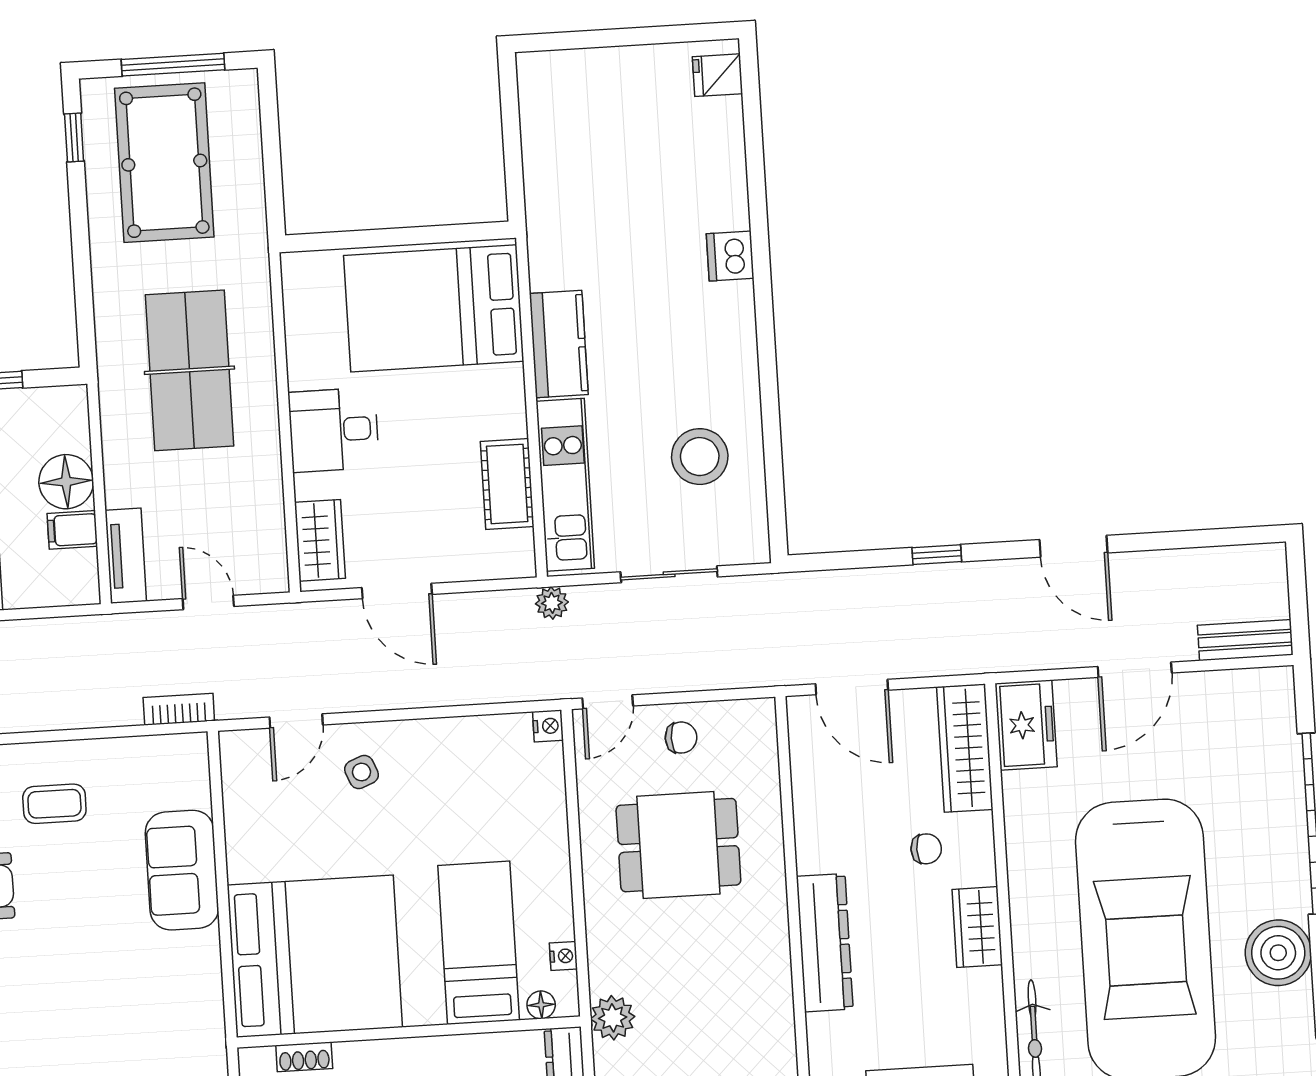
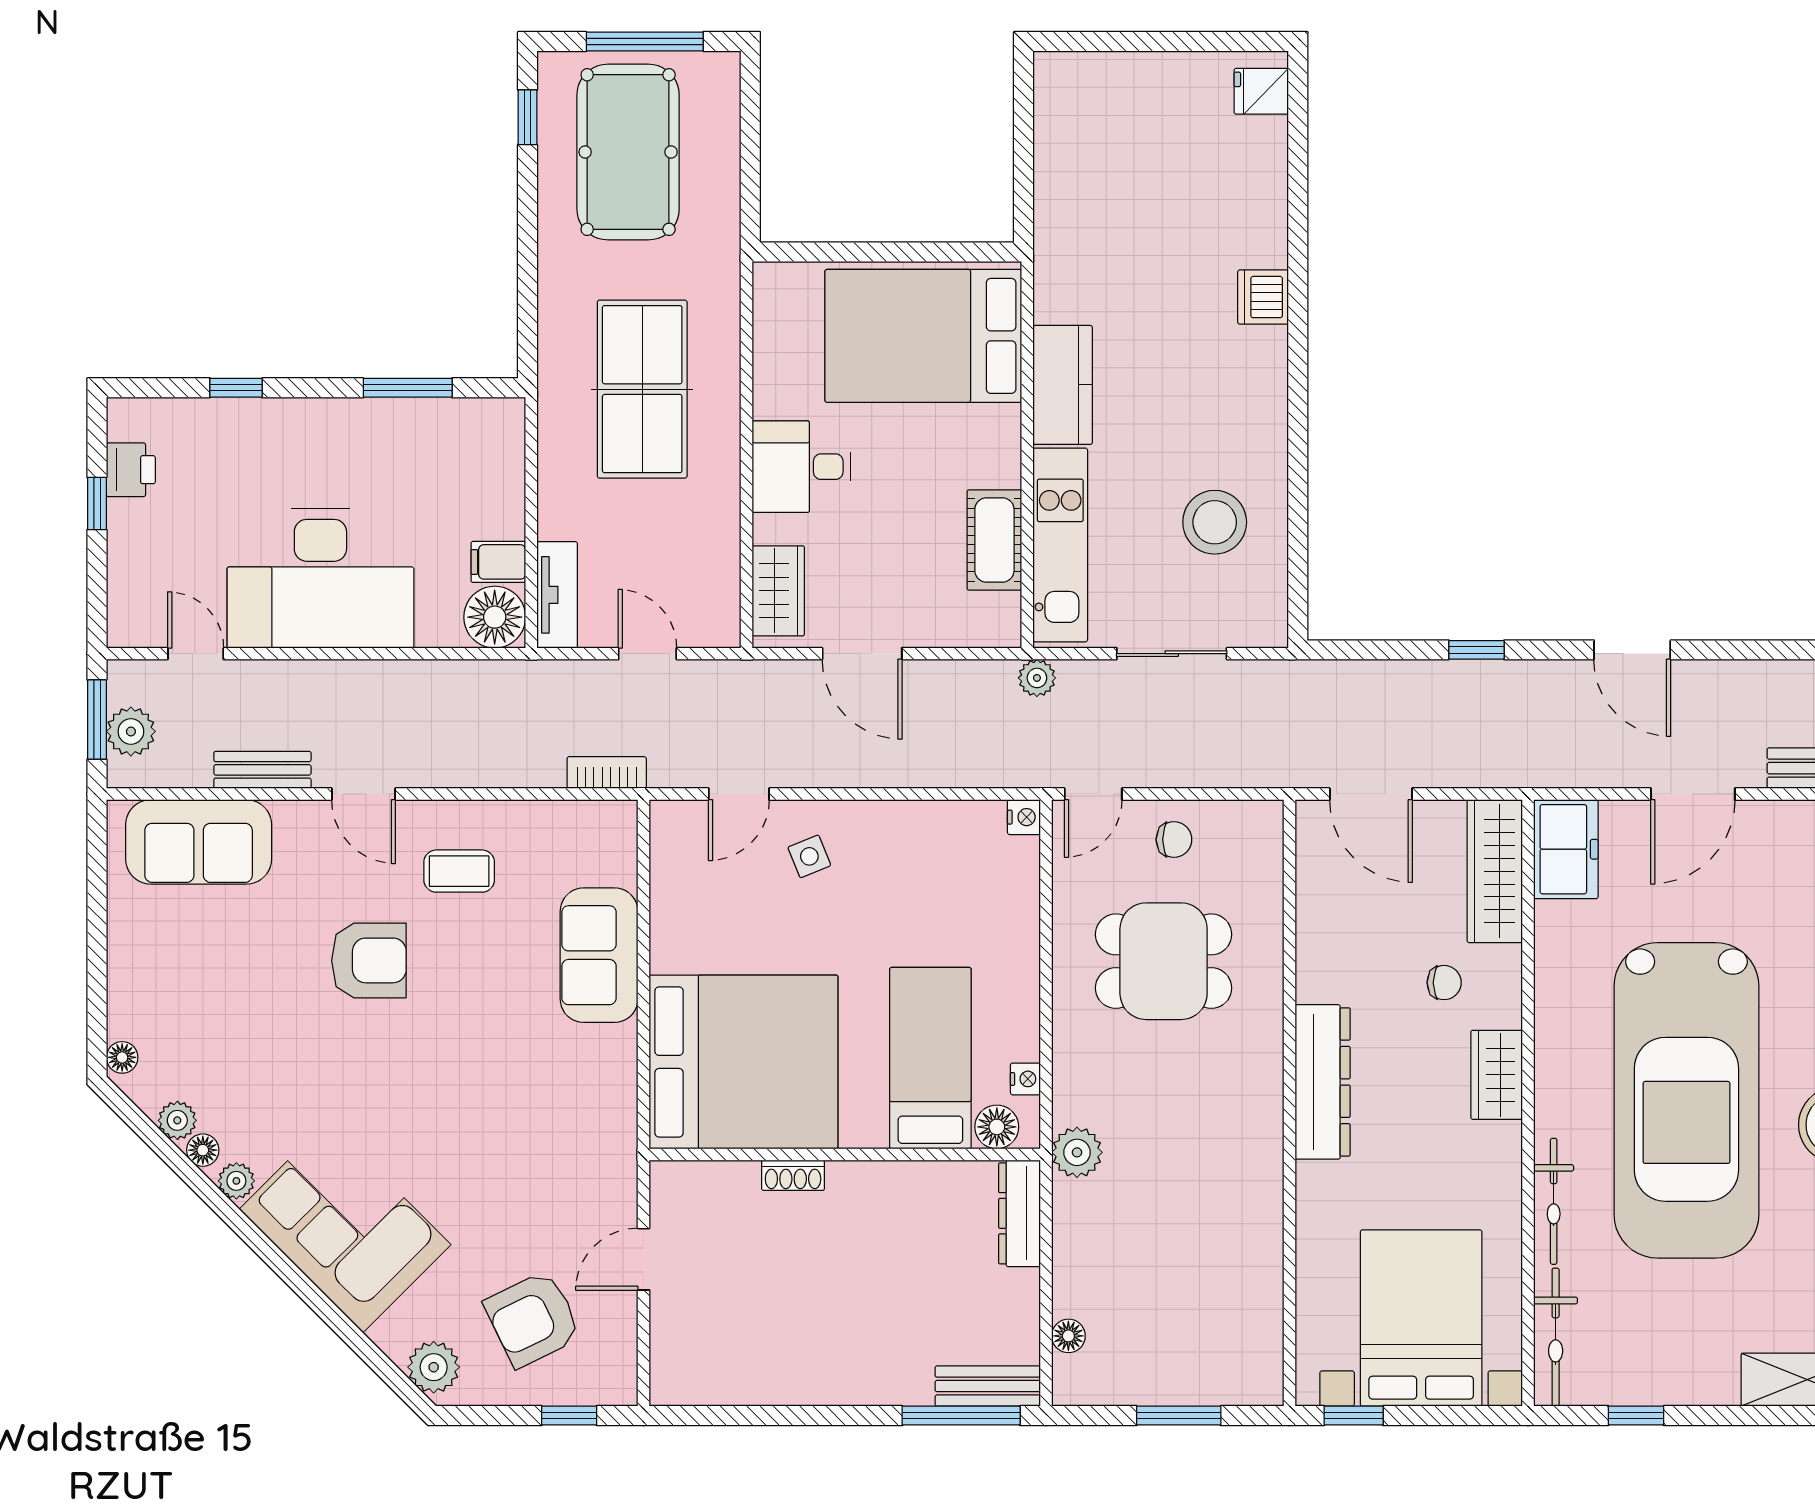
floor lamp: (66, 482) -> (495, 617), moved
floor lamp: (541, 1005) -> (997, 1127), width x1.37, depth x1.37
shoe rack: (304, 1057) -> (793, 1175), moved

